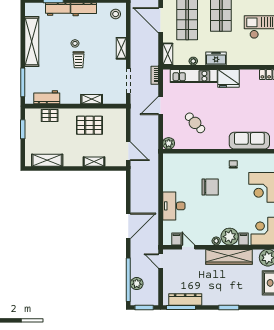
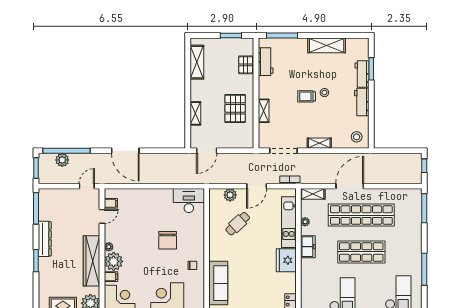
shelving: (32, 41) -> (327, 45), width x0.68
door: (161, 106) -> (257, 186), swing flipped
plant: (169, 143) -> (230, 195), moved
desk: (174, 206) -> (189, 201), moved
dresser: (185, 299) -> (45, 239), moved

